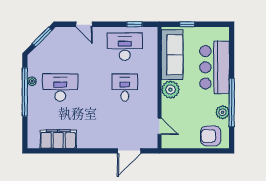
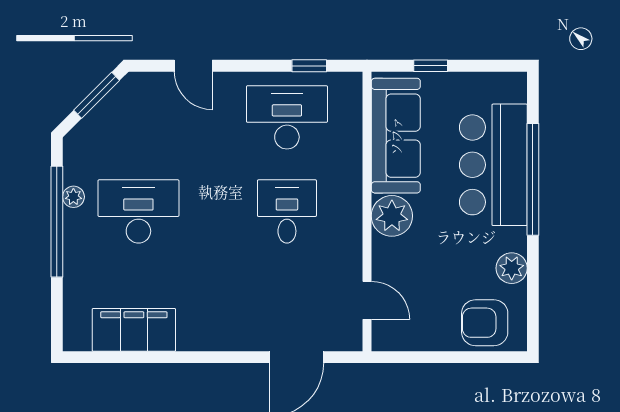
window: (232, 102) -> (533, 179), moved

